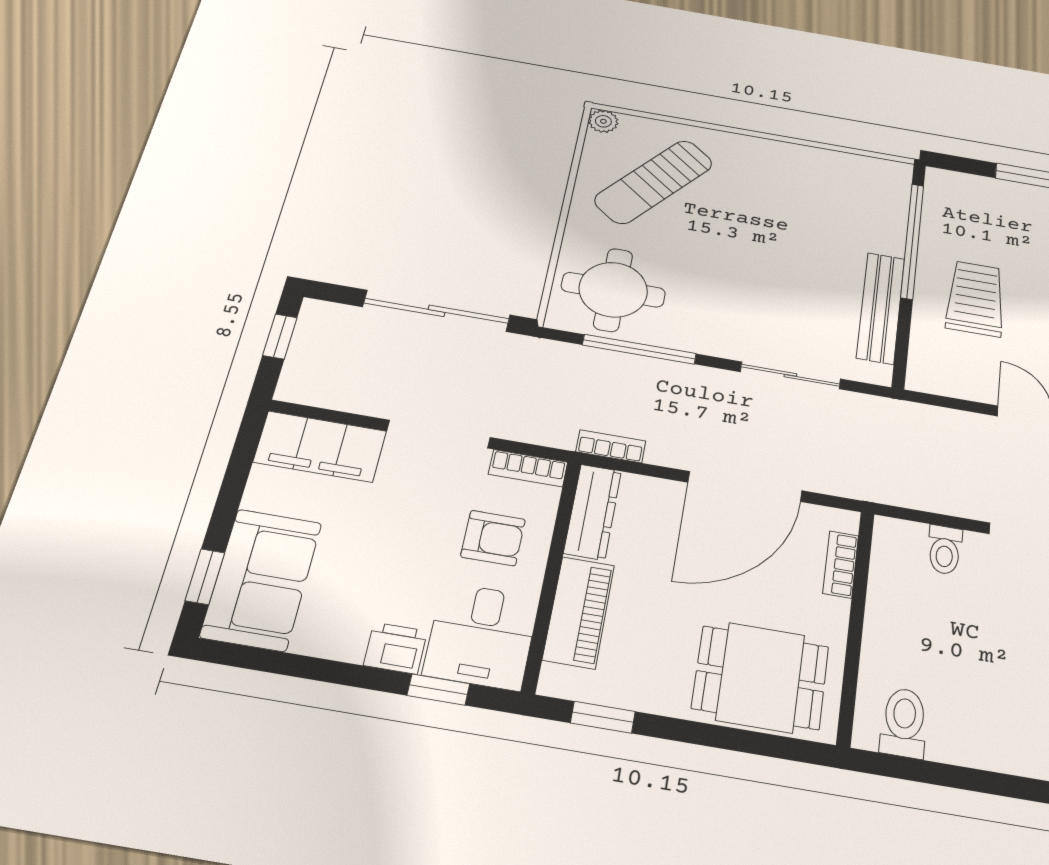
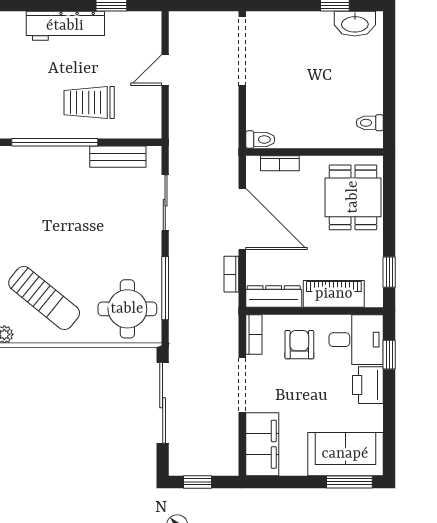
bench: (881, 308) -> (118, 157), width x0.73
bookcase: (611, 446) -> (231, 274), moved
toilet: (945, 550) -> (260, 139), moved
window: (205, 577) -> (349, 482), width x1.50
printer: (396, 648) -> (368, 385), width x1.36, depth x1.24
toilet: (904, 723) -> (370, 123), width x0.73, depth x0.72

